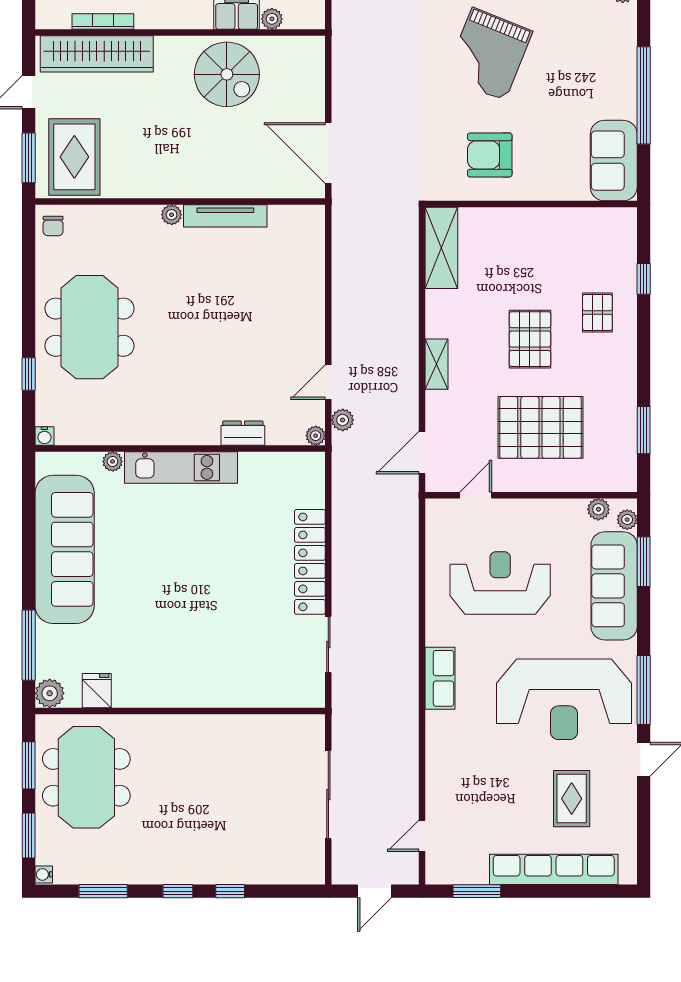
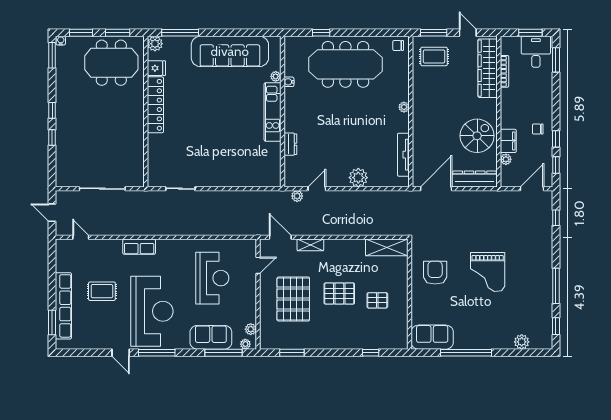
grand piano: (489, 54) -> (488, 272), turned -112
spiral stairs: (227, 74) -> (477, 136), turned 180
dresser: (310, 79) -> (475, 179), added
rug: (74, 157) -> (434, 56), width x0.73, depth x0.70
tv unit: (225, 216) -> (403, 155), moved
pallet: (597, 313) -> (377, 300), moved
meeting table: (89, 327) -> (345, 64), width x1.36
shelving: (436, 364) -> (310, 245), moved
door: (328, 382) -> (317, 189), hinge flipped
water cooler: (44, 436) -> (289, 82), moved
plant: (316, 436) -> (358, 178), moved, width x1.87, depth x1.87
door: (476, 495) -> (258, 265), hinge flipped
locker: (310, 562) -> (155, 105), moved, turned 90
window: (644, 562) -> (224, 353), width x1.44
sofa: (614, 586) -> (211, 337), width x0.73
row of seats: (440, 678) -> (139, 247), moved
reception desk: (564, 699) -> (152, 311), turned 180
rug: (572, 799) -> (102, 291), moved
window: (103, 891) -> (52, 55), moved
window: (477, 891) -> (52, 322), moved

